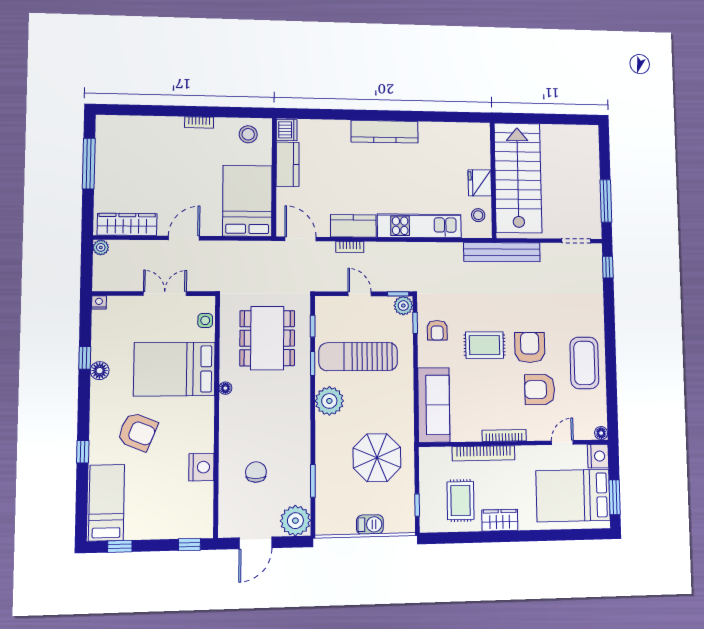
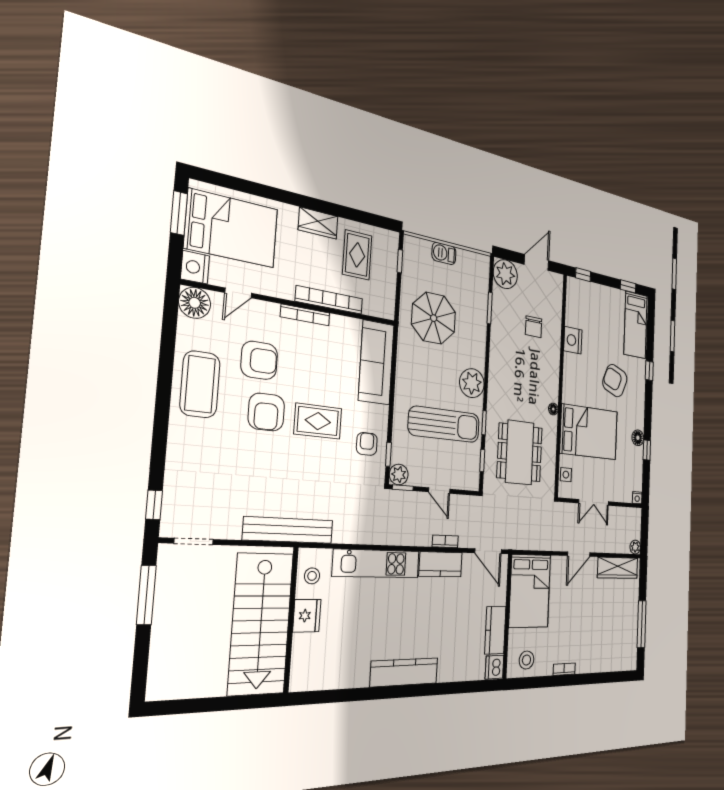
floor lamp: (601, 433) -> (195, 303), width x1.89, depth x1.89

